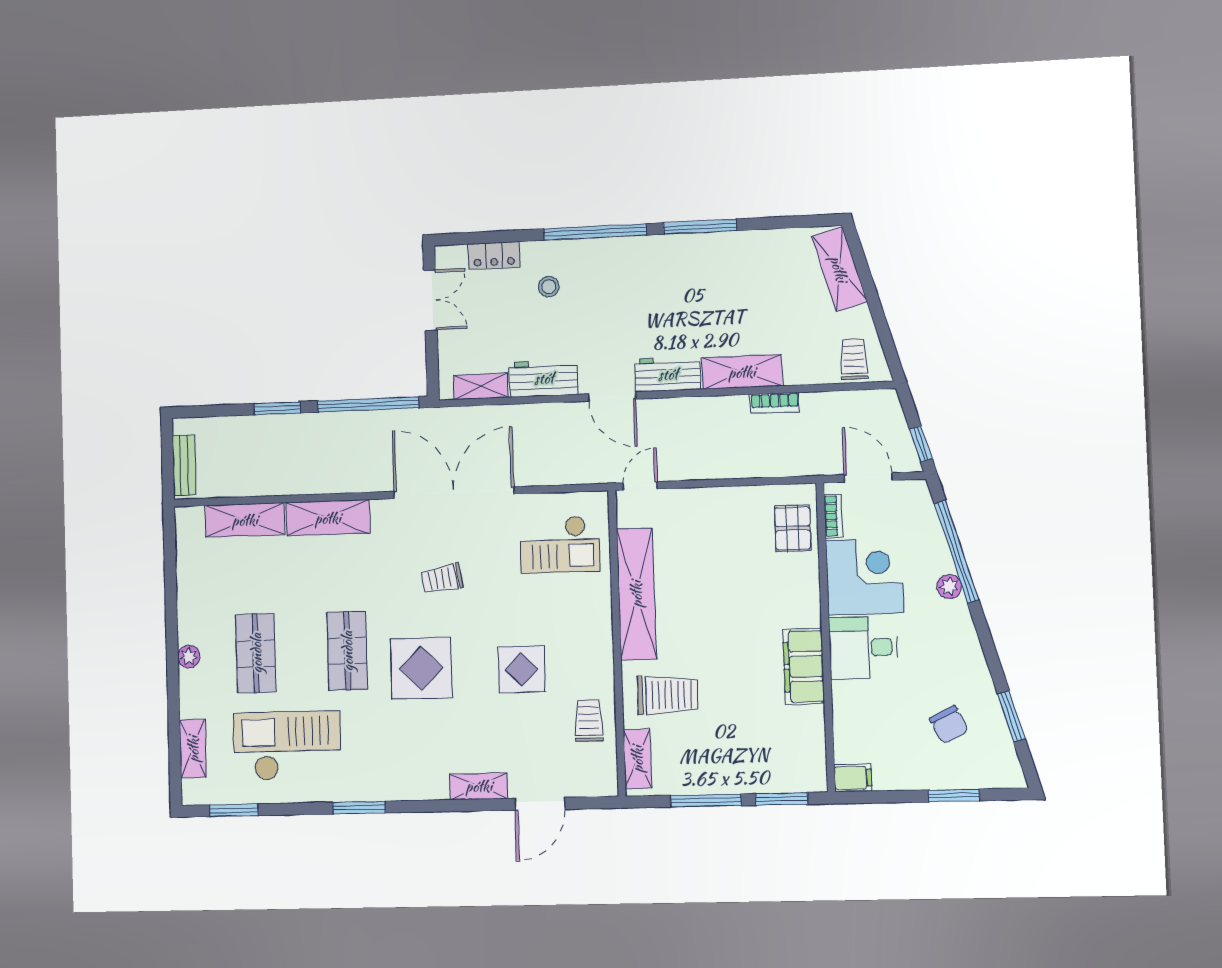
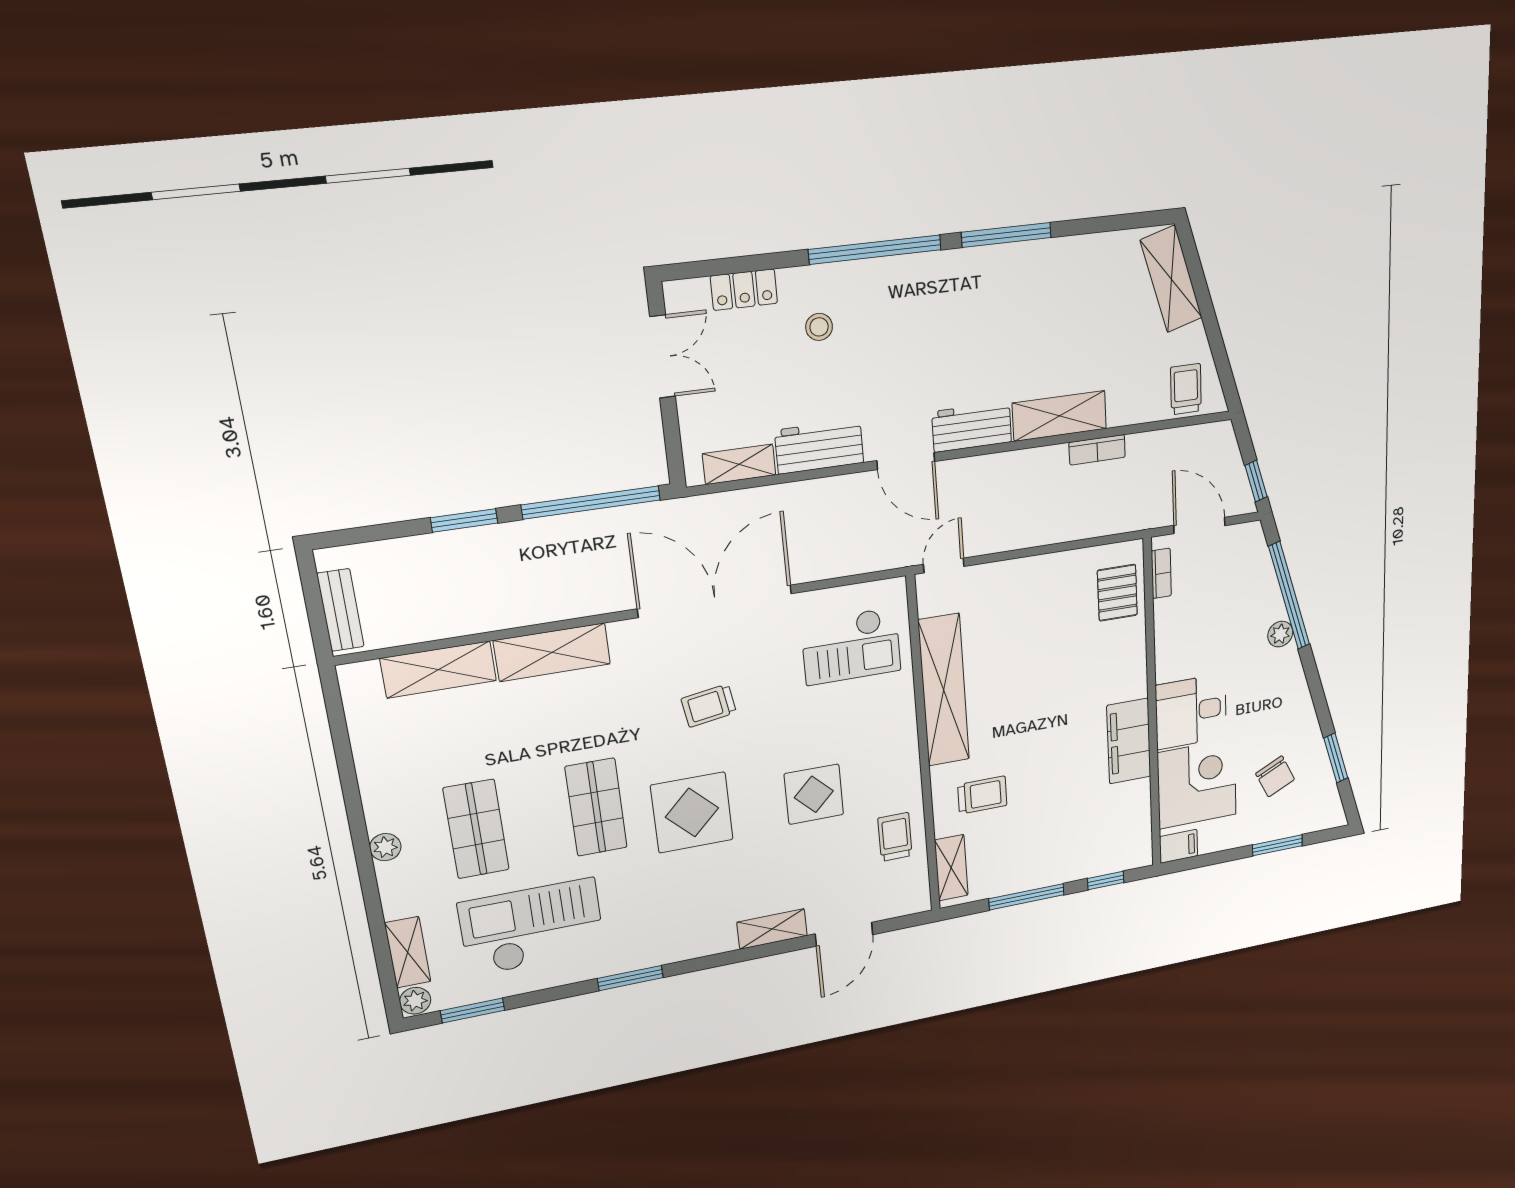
corner desk: (865, 576) -> (1197, 784), moved
trolley: (668, 695) -> (982, 795), width x0.73, depth x0.72
plant: (193, 792) -> (415, 1001), added
window: (782, 799) -> (1106, 881), width x0.67

